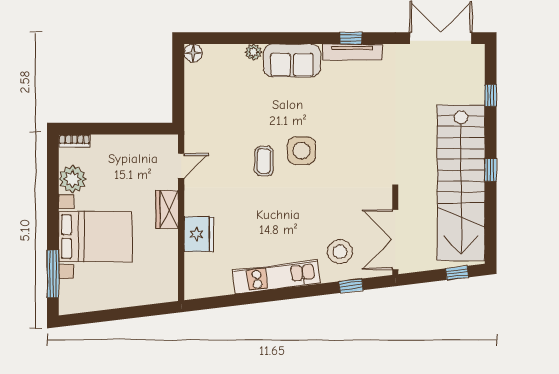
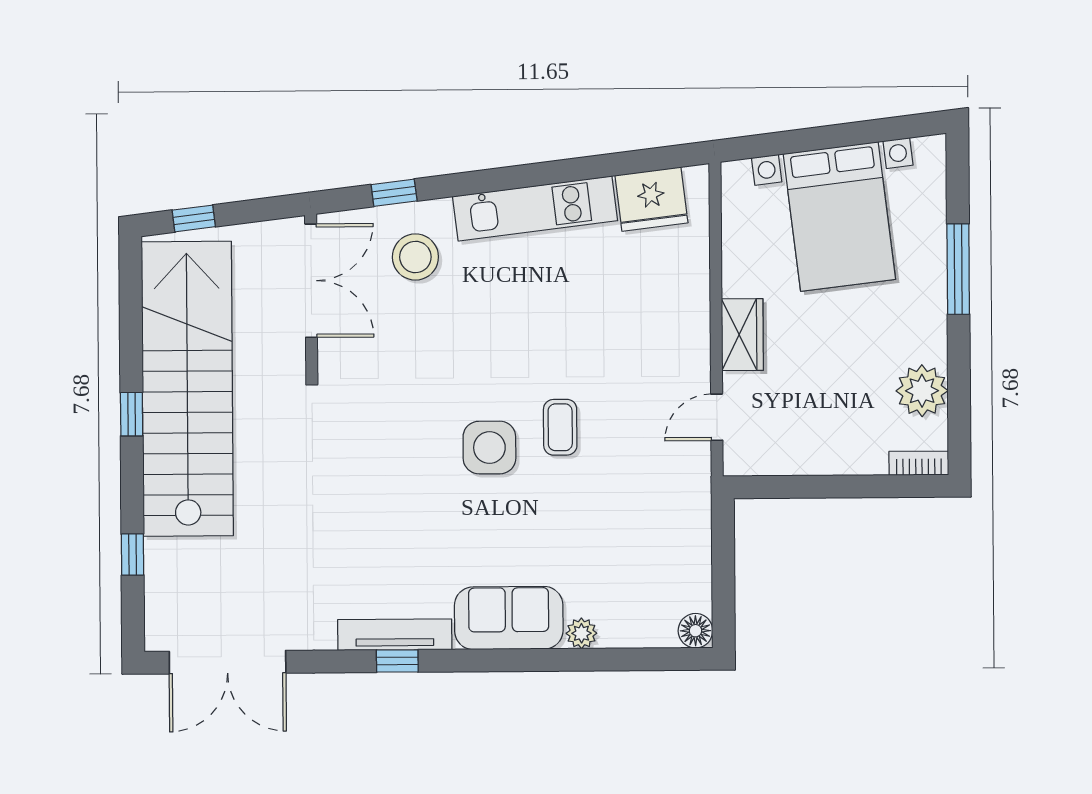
fridge: (199, 234) -> (651, 199), moved, turned -97
bed with nightstands: (95, 237) -> (839, 217), moved, turned -97
window: (53, 274) -> (958, 269), moved

